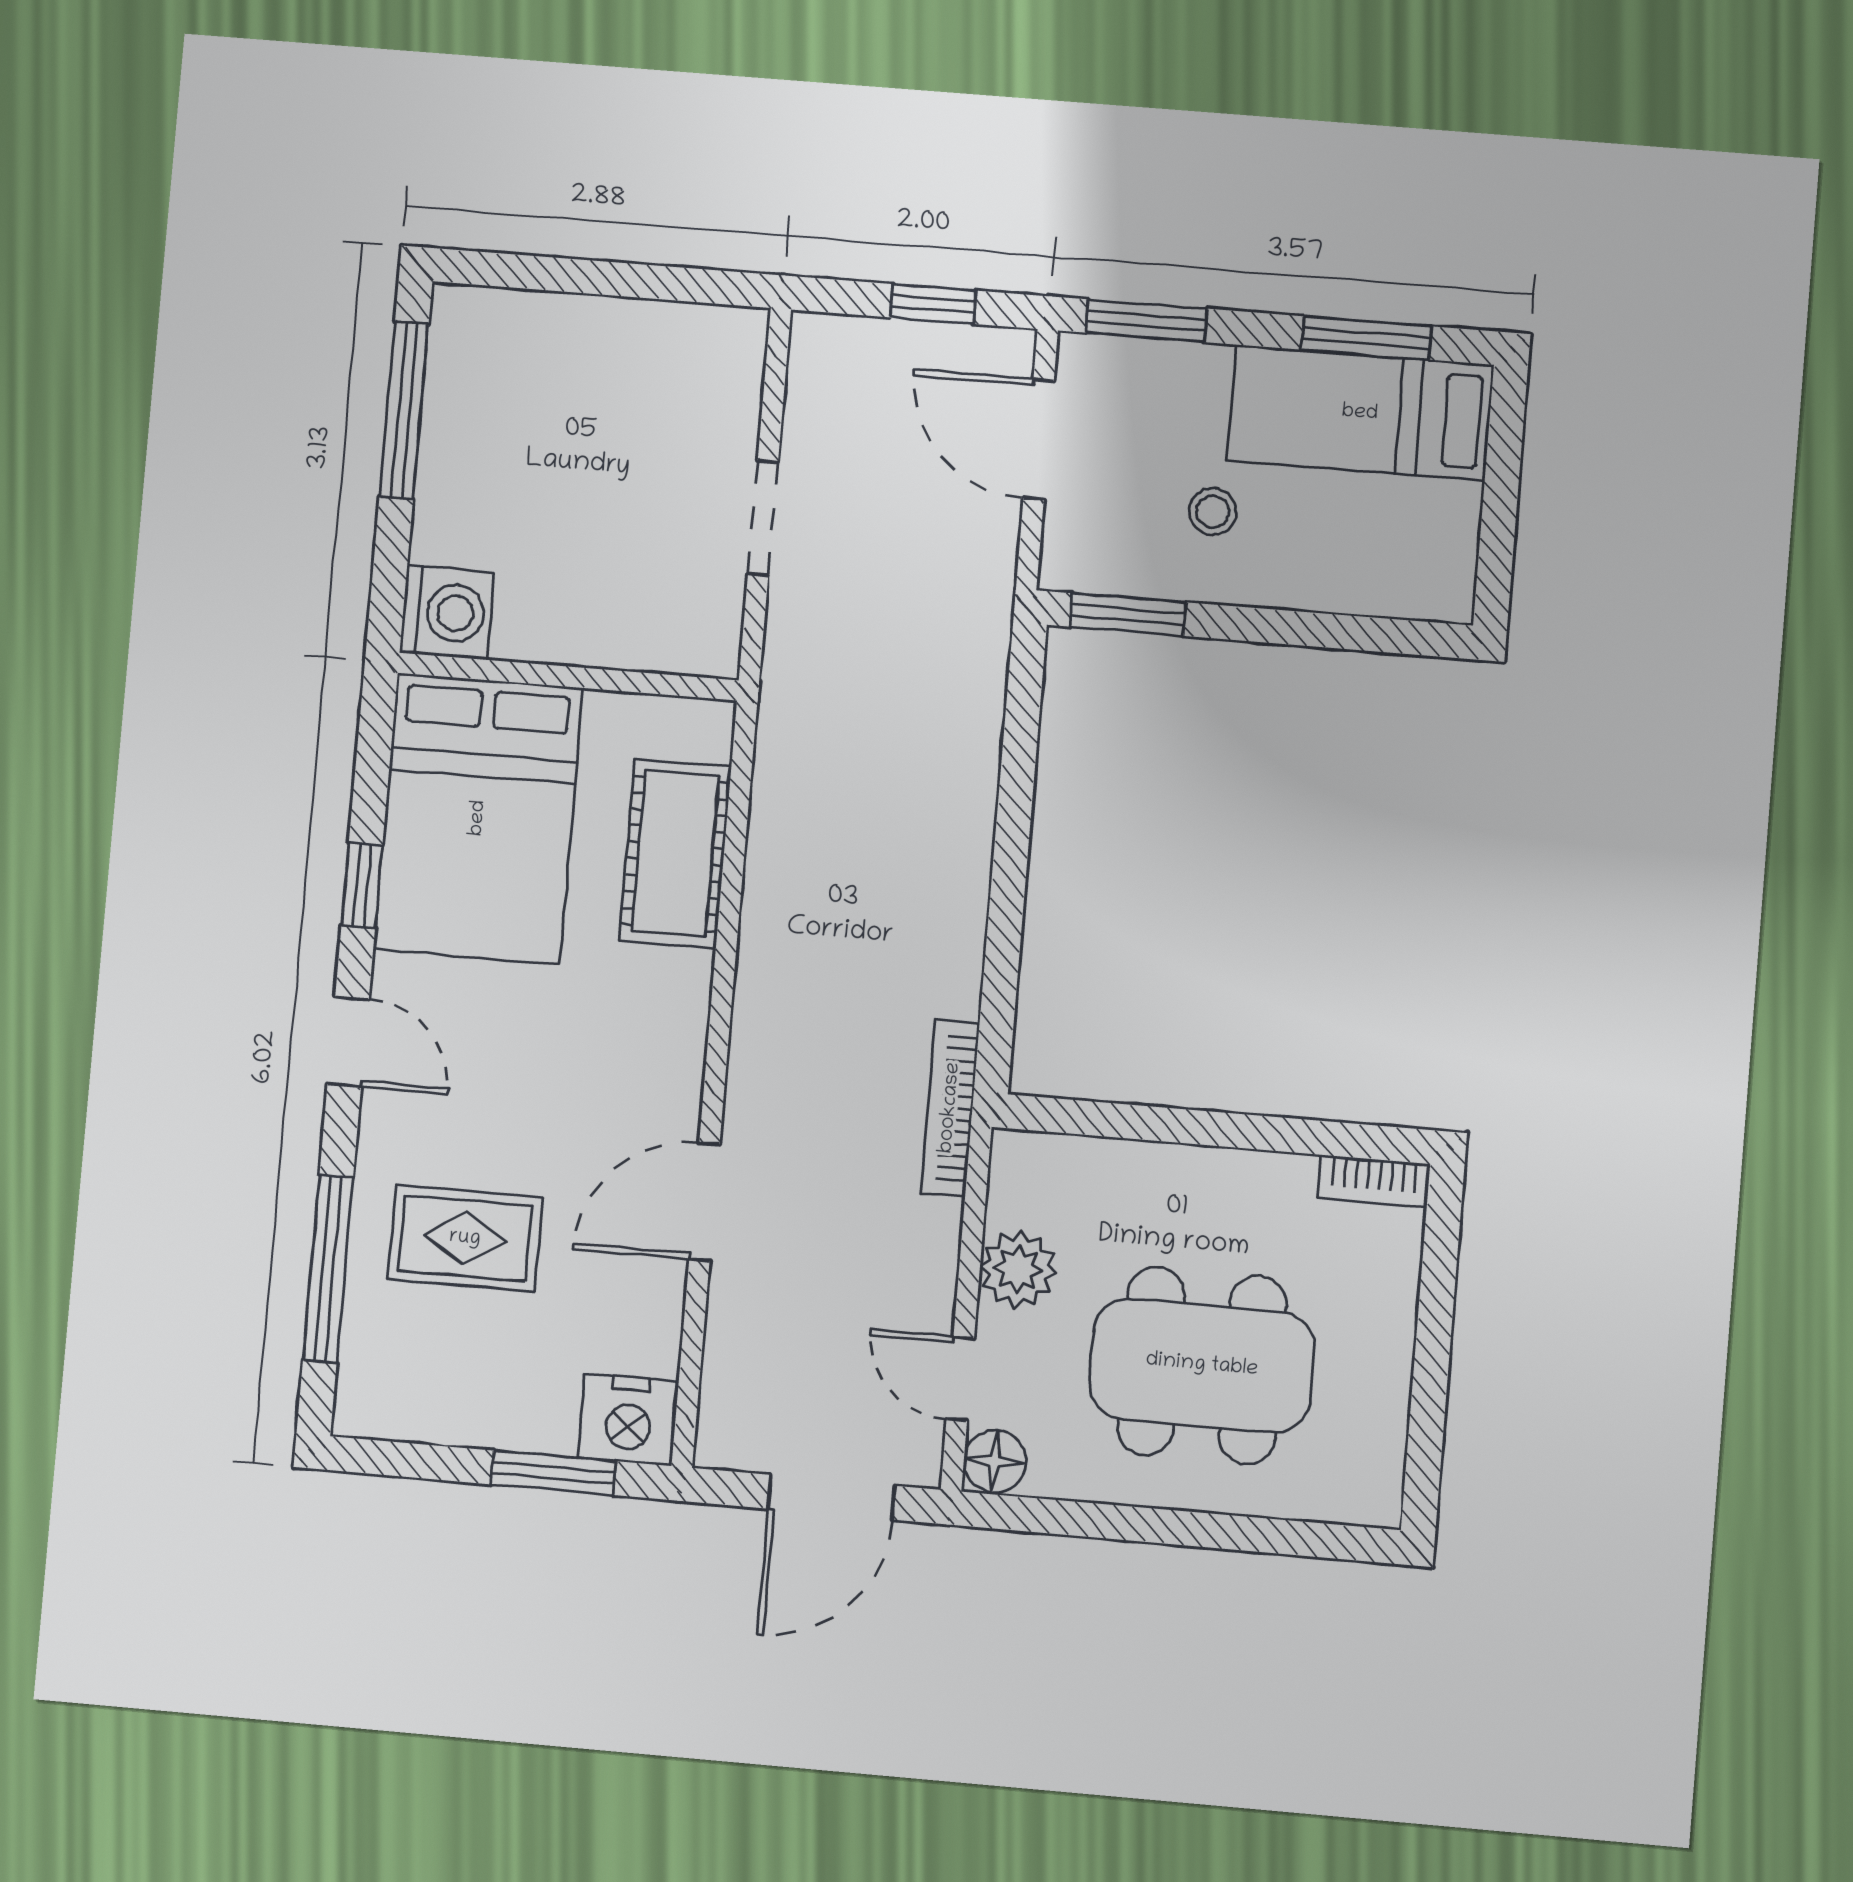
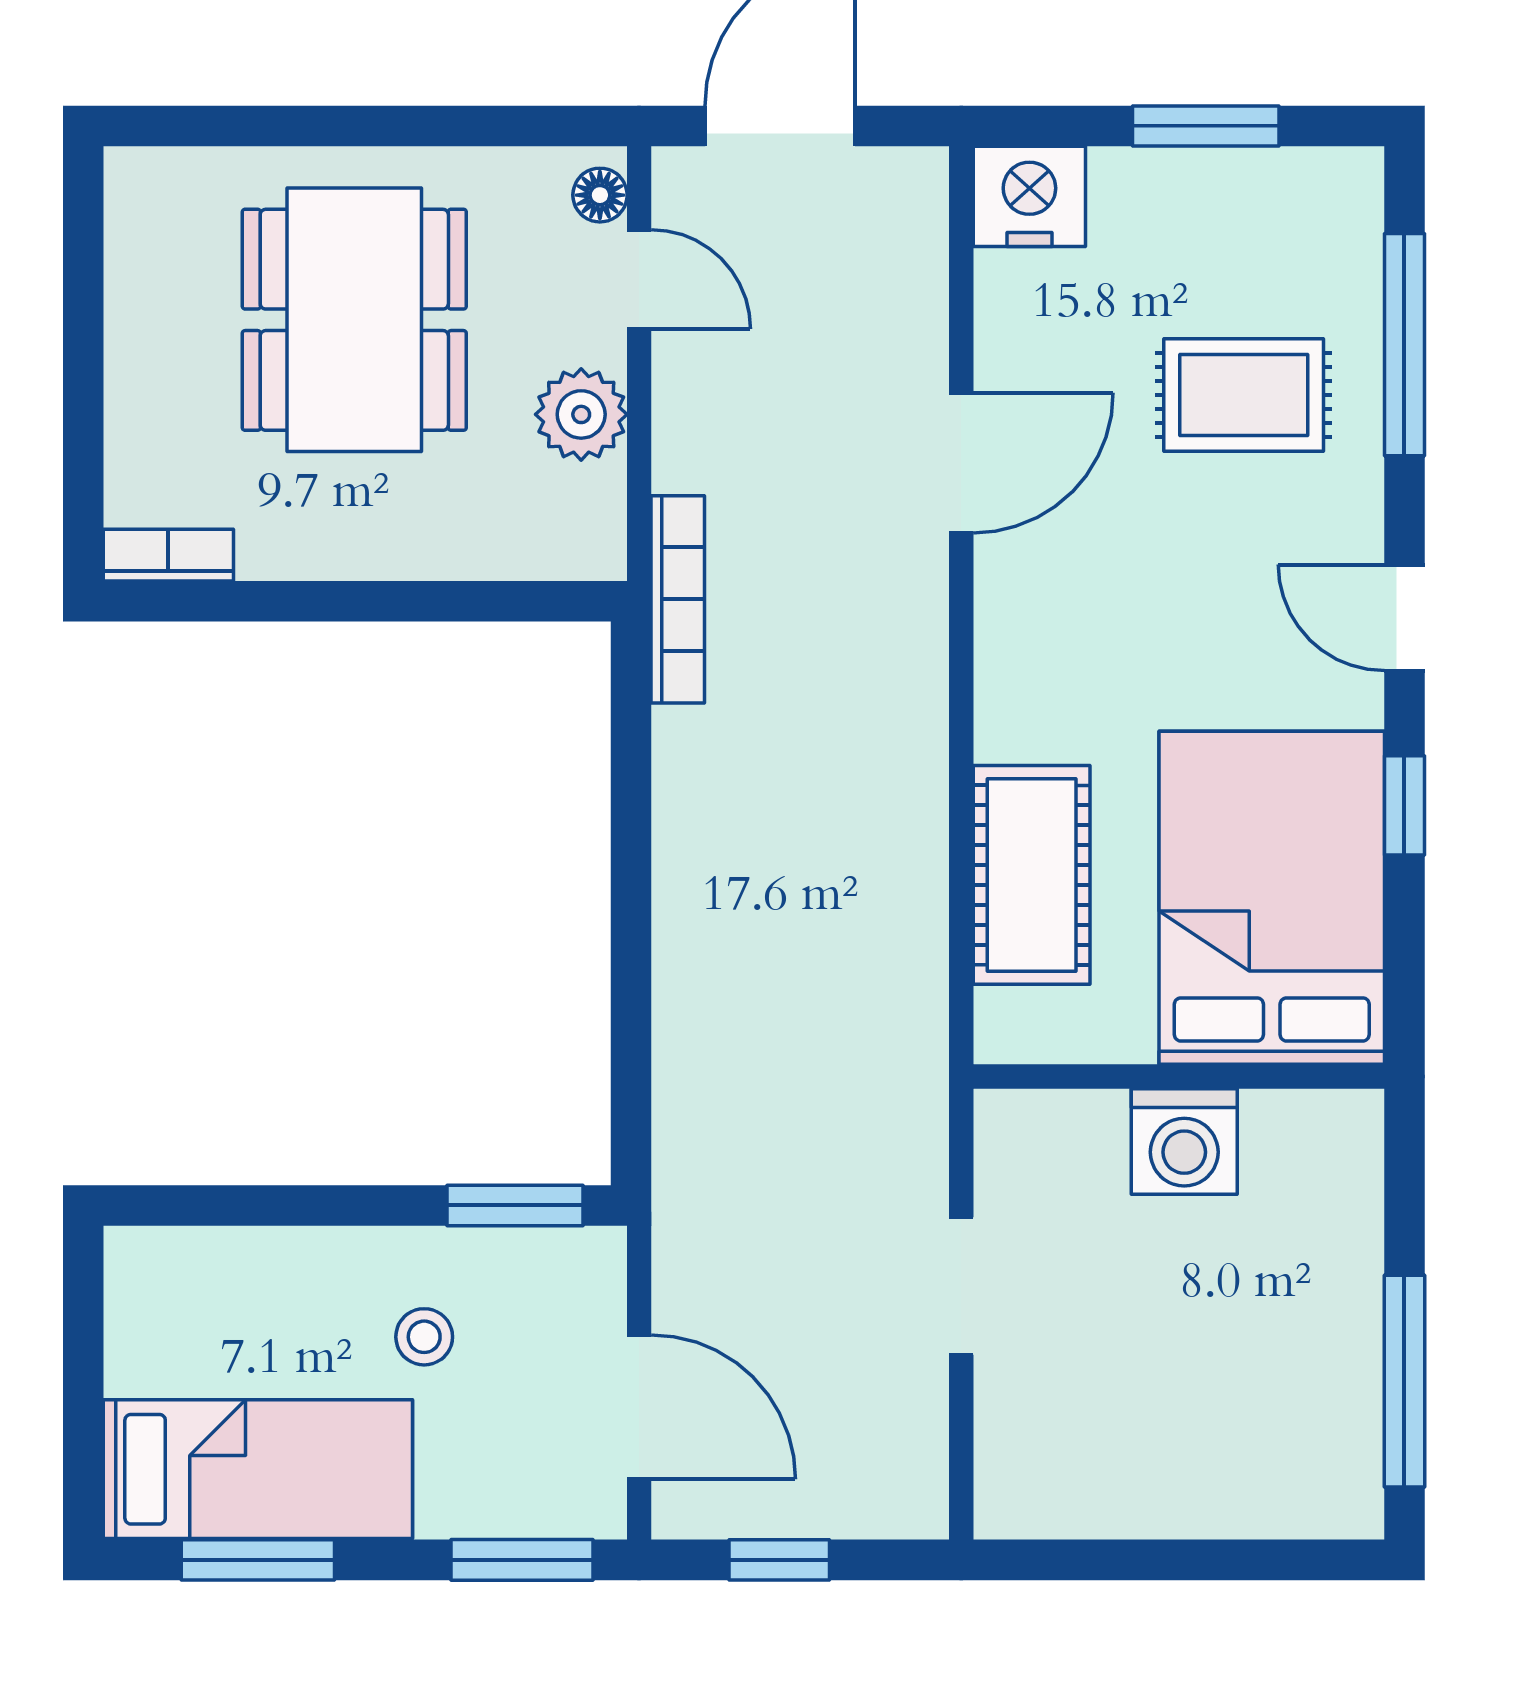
washing machine: (447, 613) -> (1184, 1142), moved, turned -90
dining table: (1202, 1365) -> (354, 320), turned 90
floor lamp: (995, 1462) -> (600, 195), width x0.73, depth x0.73
window: (553, 1473) -> (1206, 126), moved

